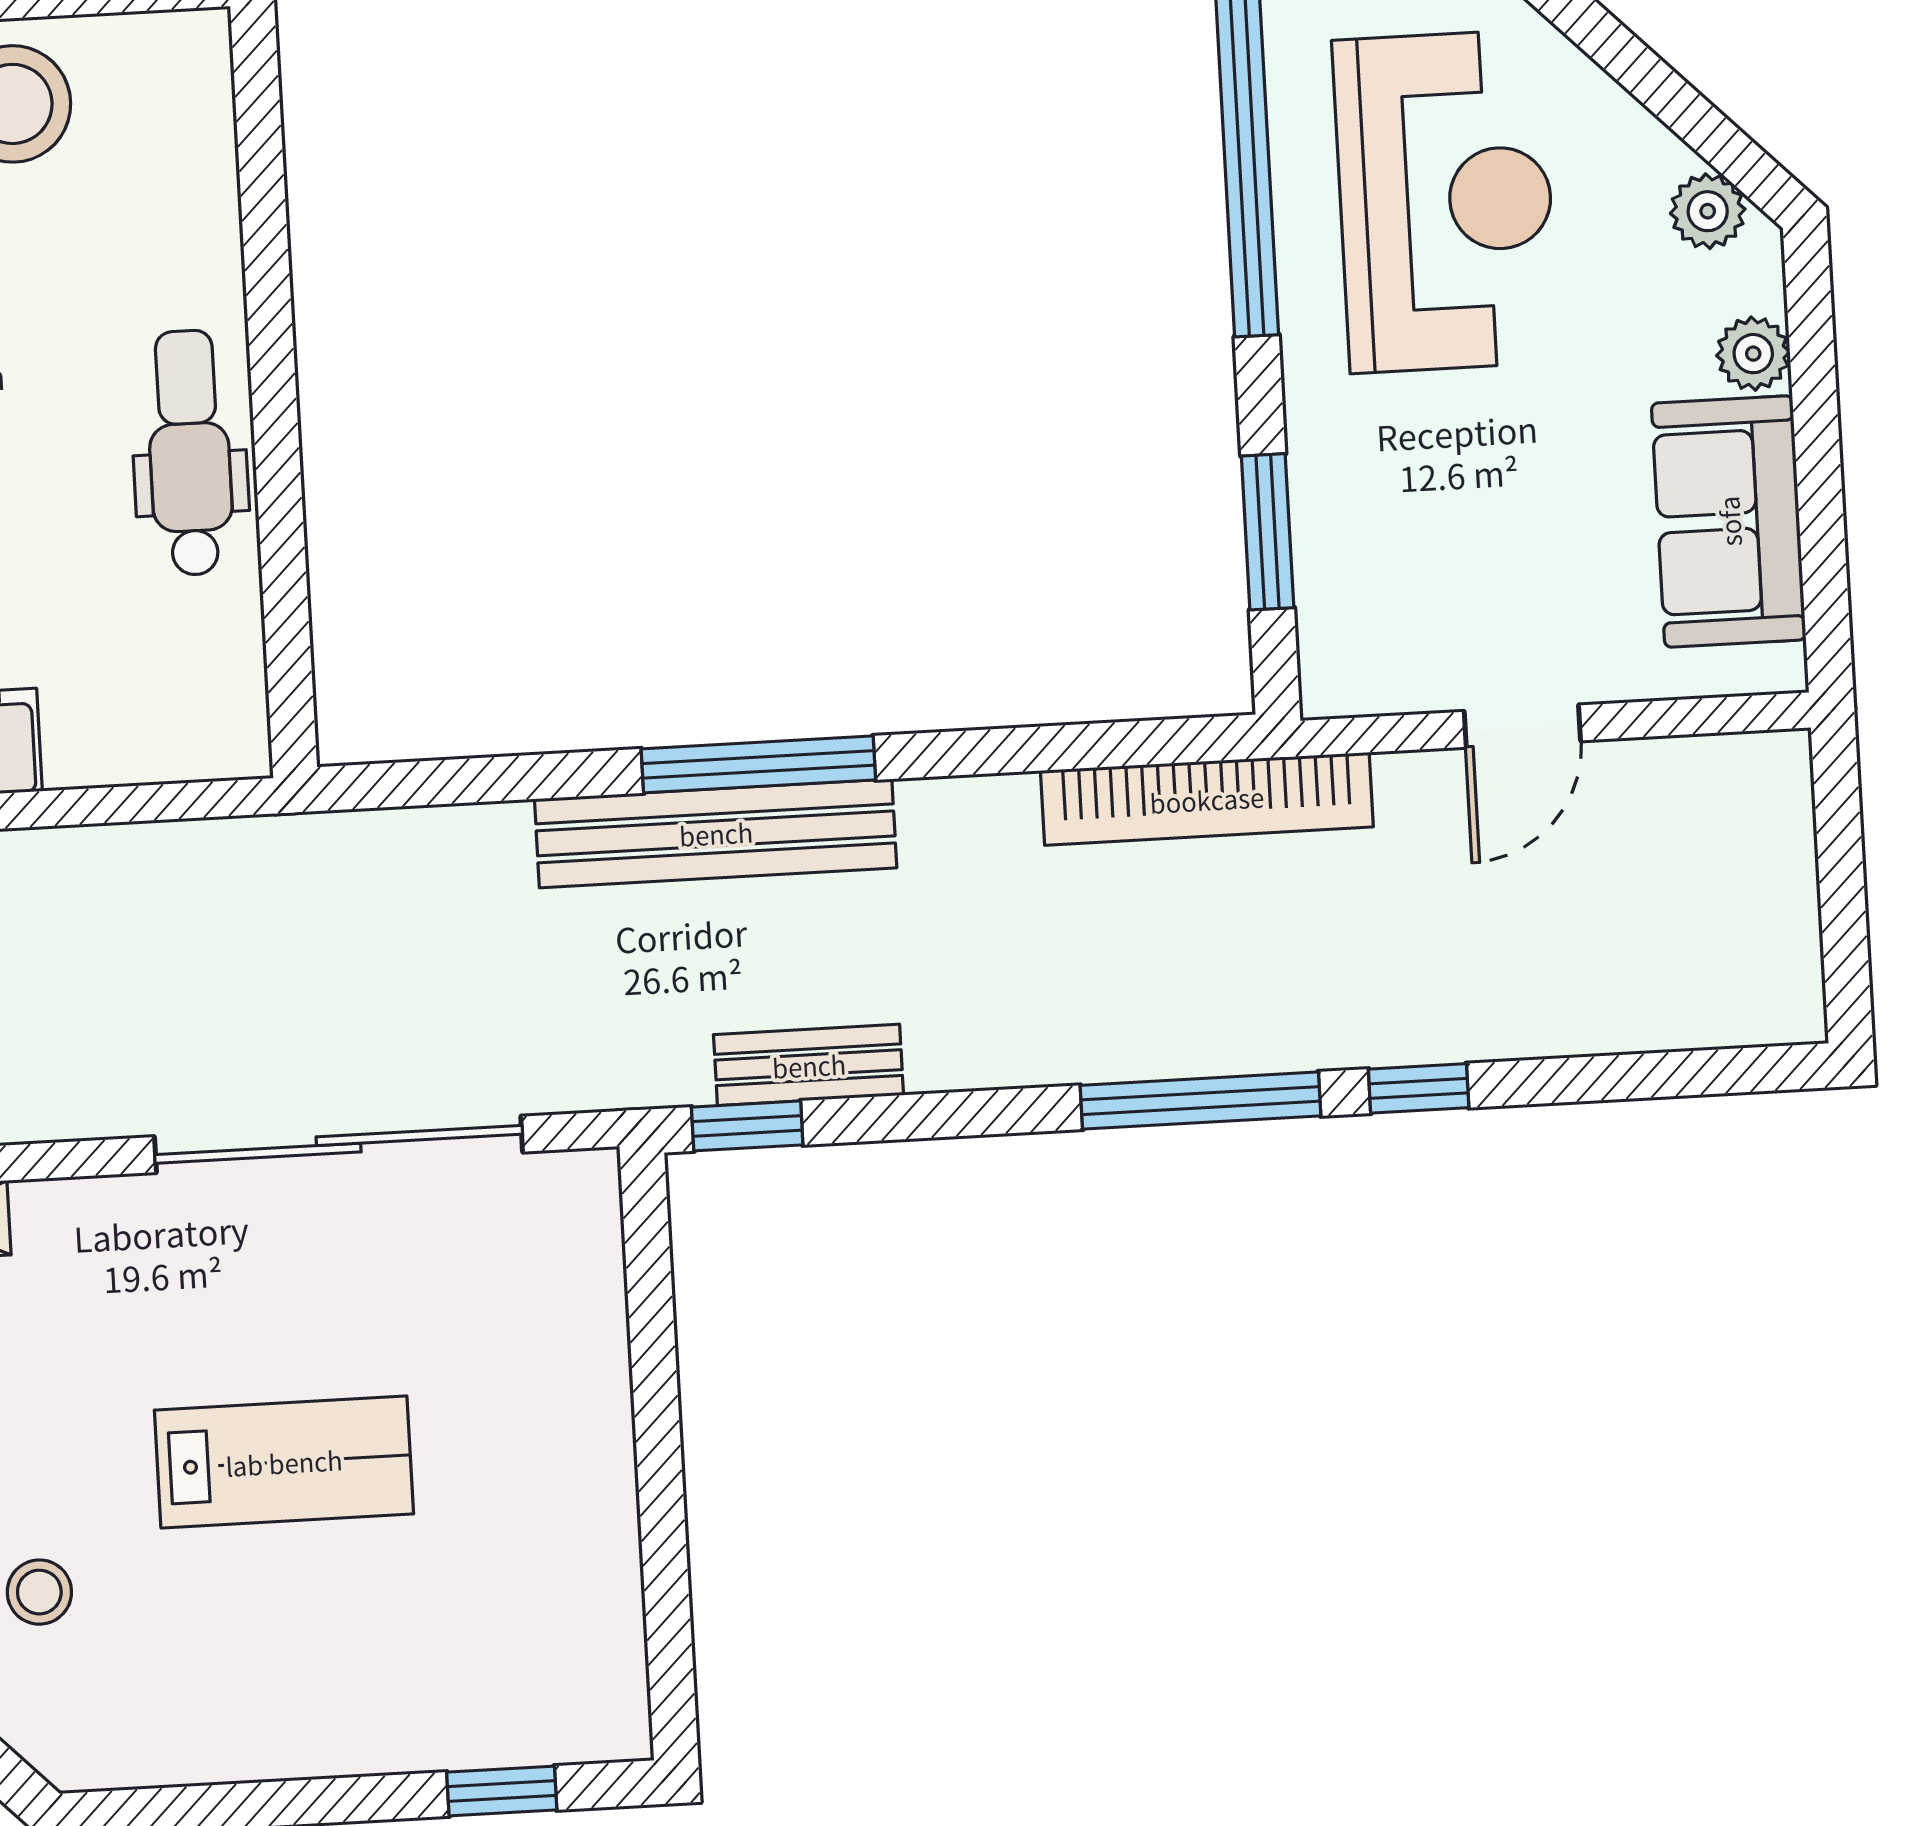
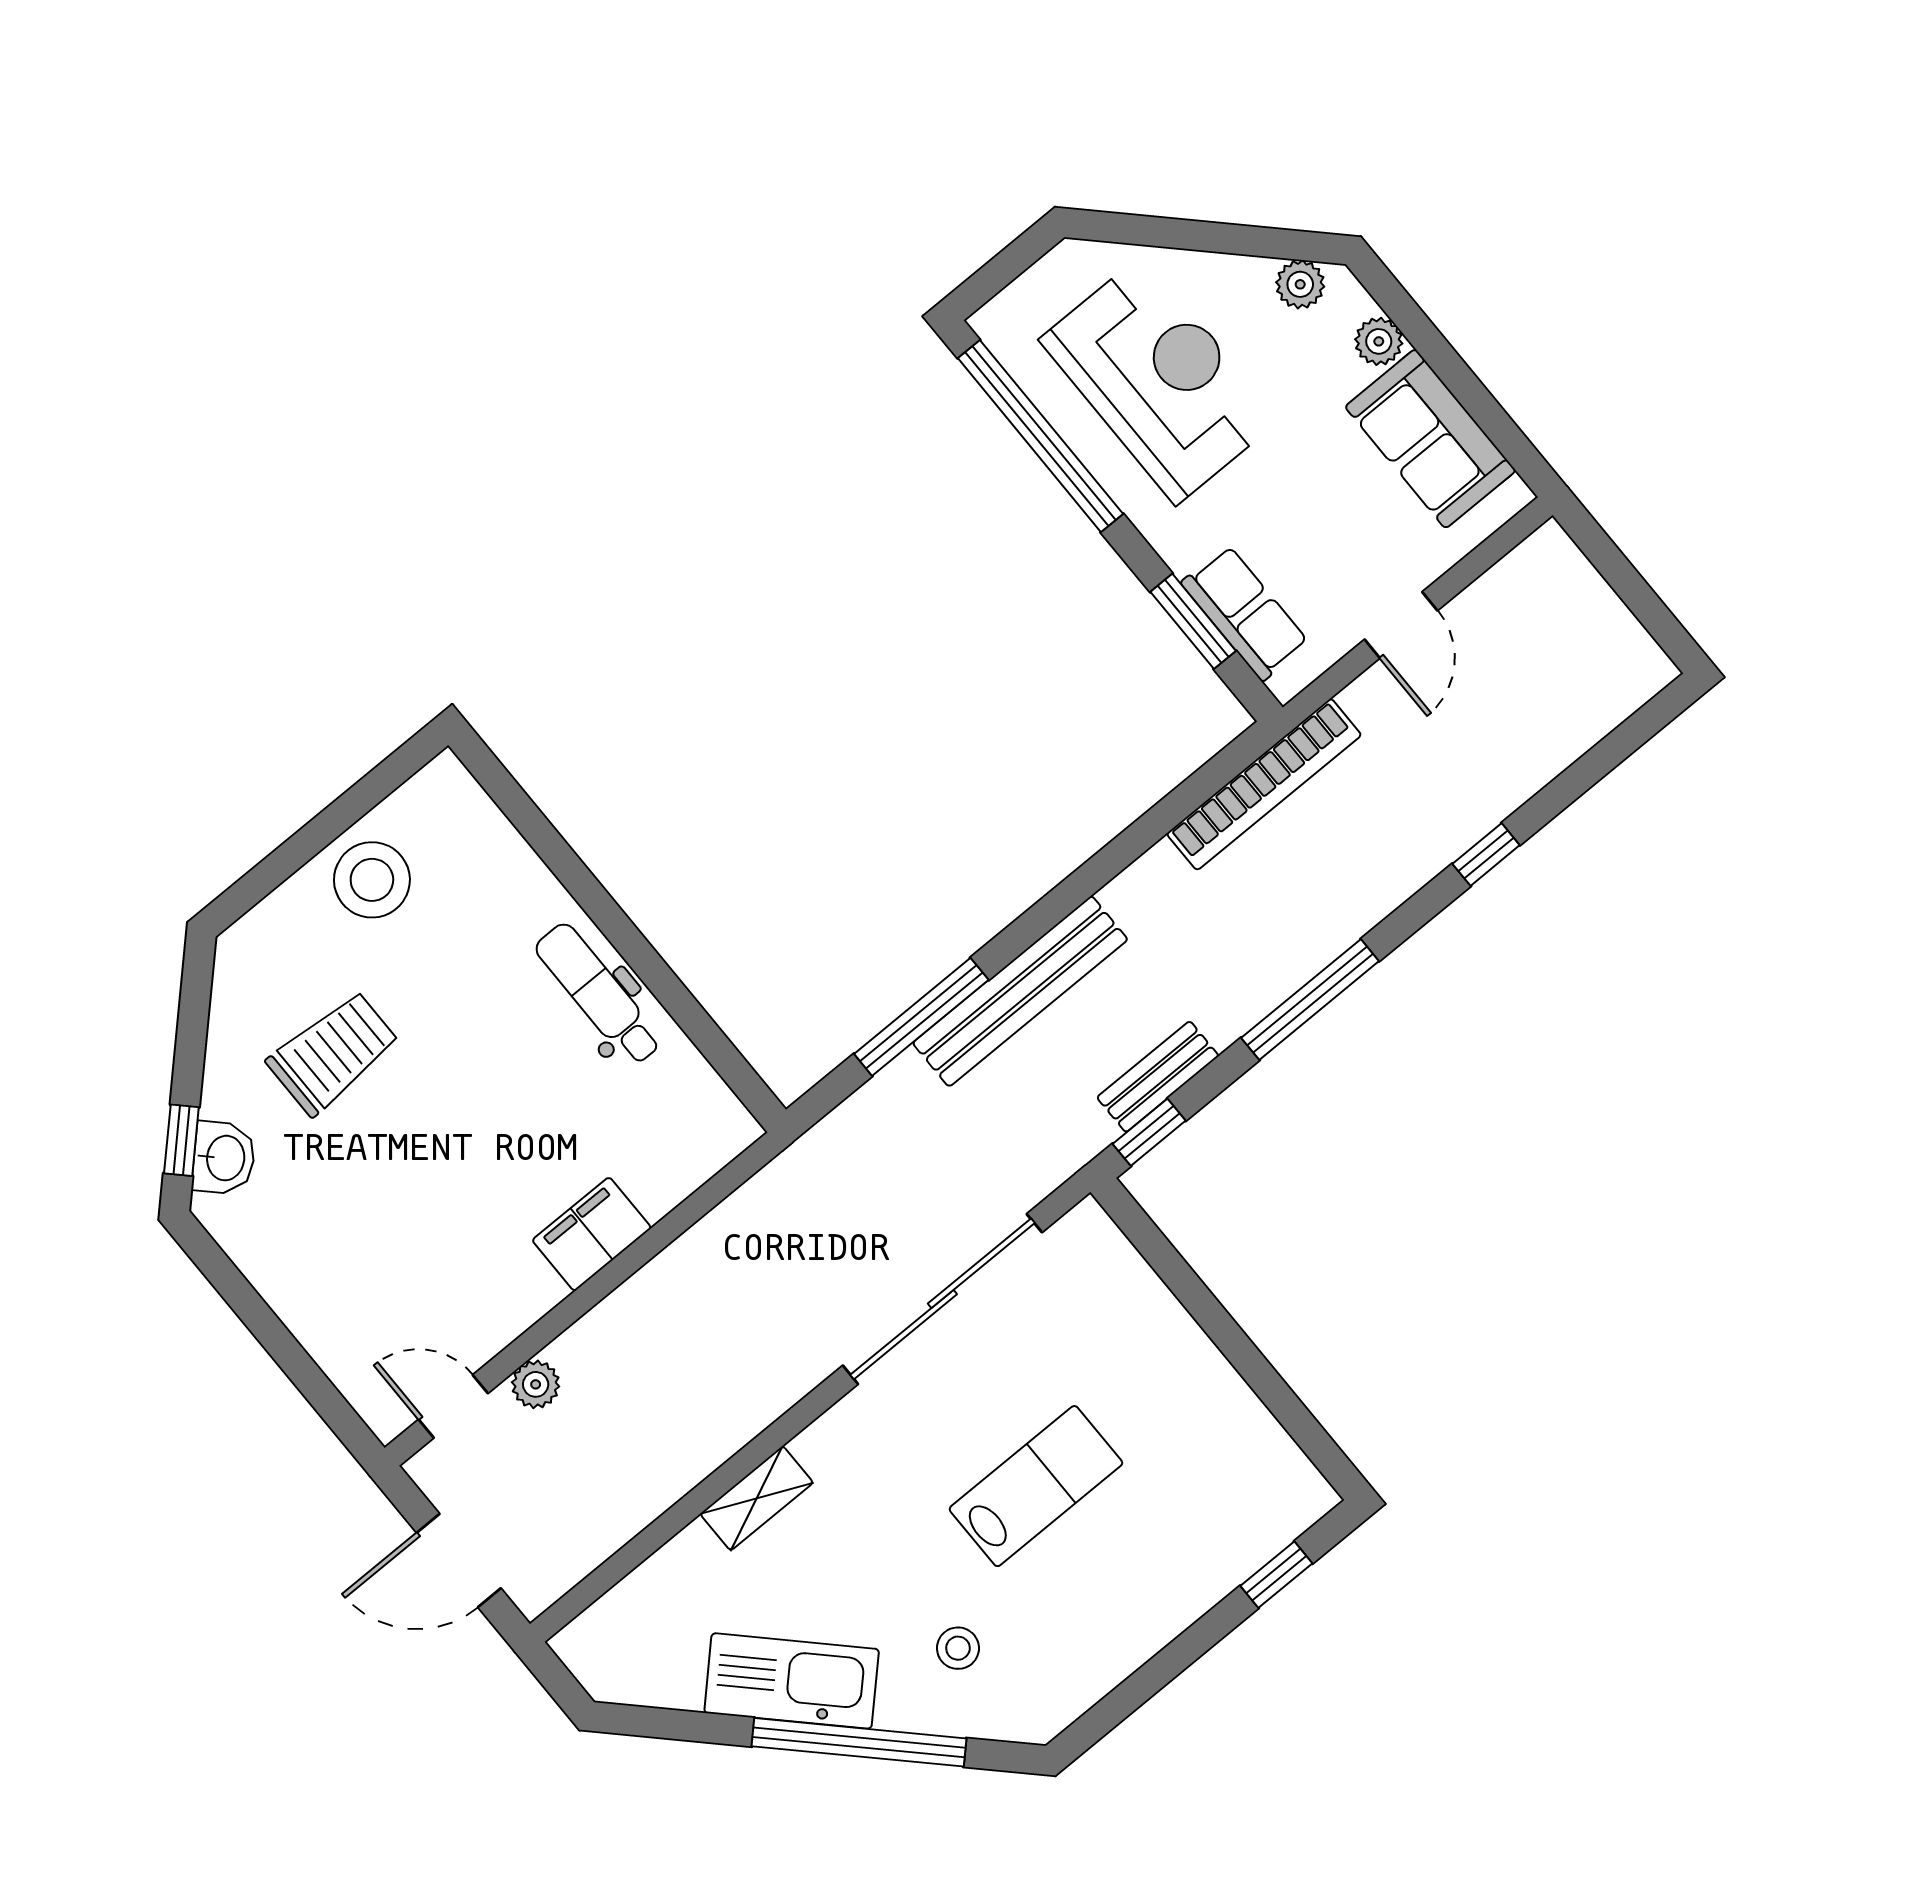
row of seats: (1340, 568) -> (1245, 613), added
window: (758, 764) -> (921, 1017), moved
window: (1201, 1101) -> (1310, 1000), moved

